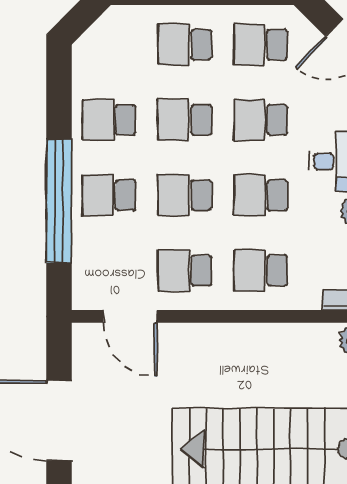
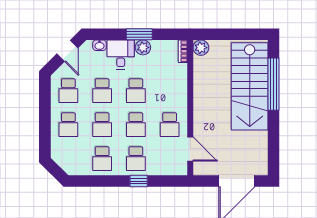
window: (59, 201) -> (139, 181), width x0.32
school desk: (261, 270) -> (170, 91), removed
door: (130, 316) -> (190, 149), hinge flipped

